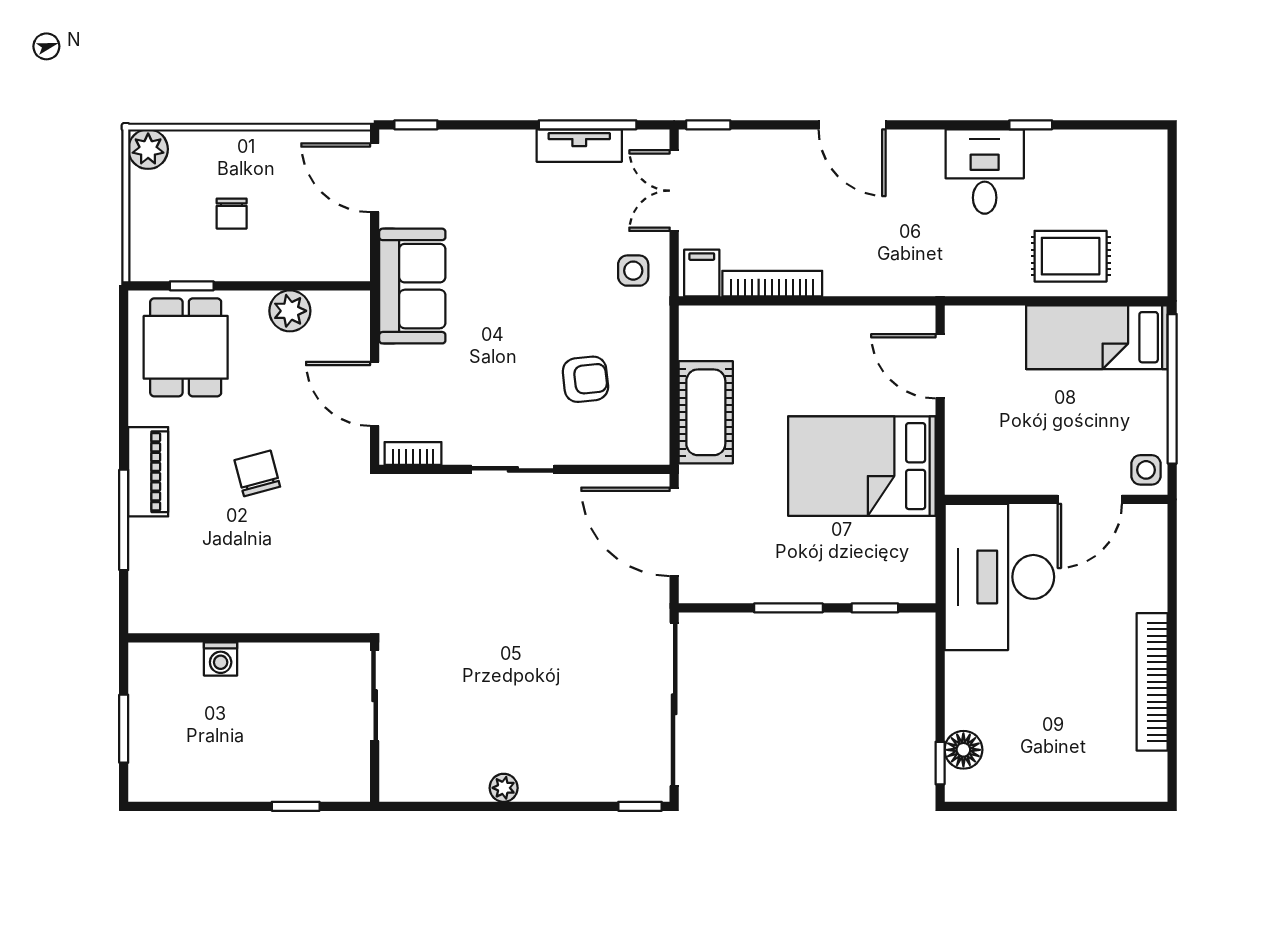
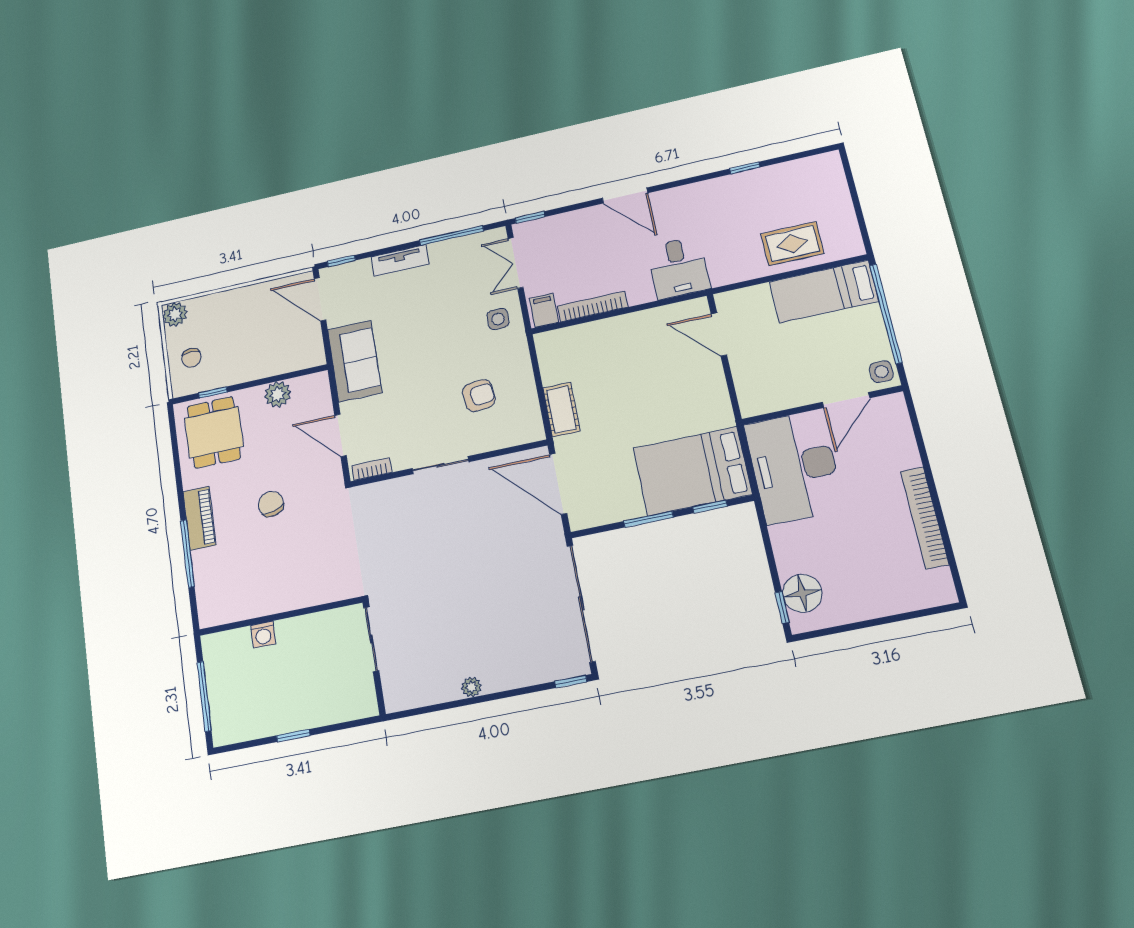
tv unit: (579, 146) -> (400, 261), moved
desk: (985, 172) -> (678, 268), moved, turned 180
chair: (232, 214) -> (191, 358), moved
cot: (706, 412) -> (561, 410), width x0.73, depth x0.75
bed: (862, 466) -> (692, 471), moved
window: (124, 729) -> (204, 696), width x1.44
floor lamp: (963, 750) -> (802, 593), width x1.38, depth x1.38
window: (296, 806) -> (293, 736), moved

